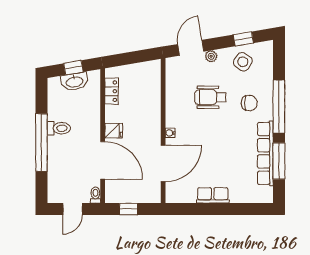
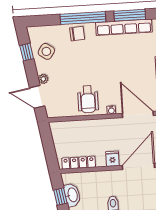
locker: (111, 91) -> (79, 163), width x1.53
wheelchair: (210, 97) -> (88, 99), moved
chair: (249, 103) -> (77, 34), moved, turned 86

